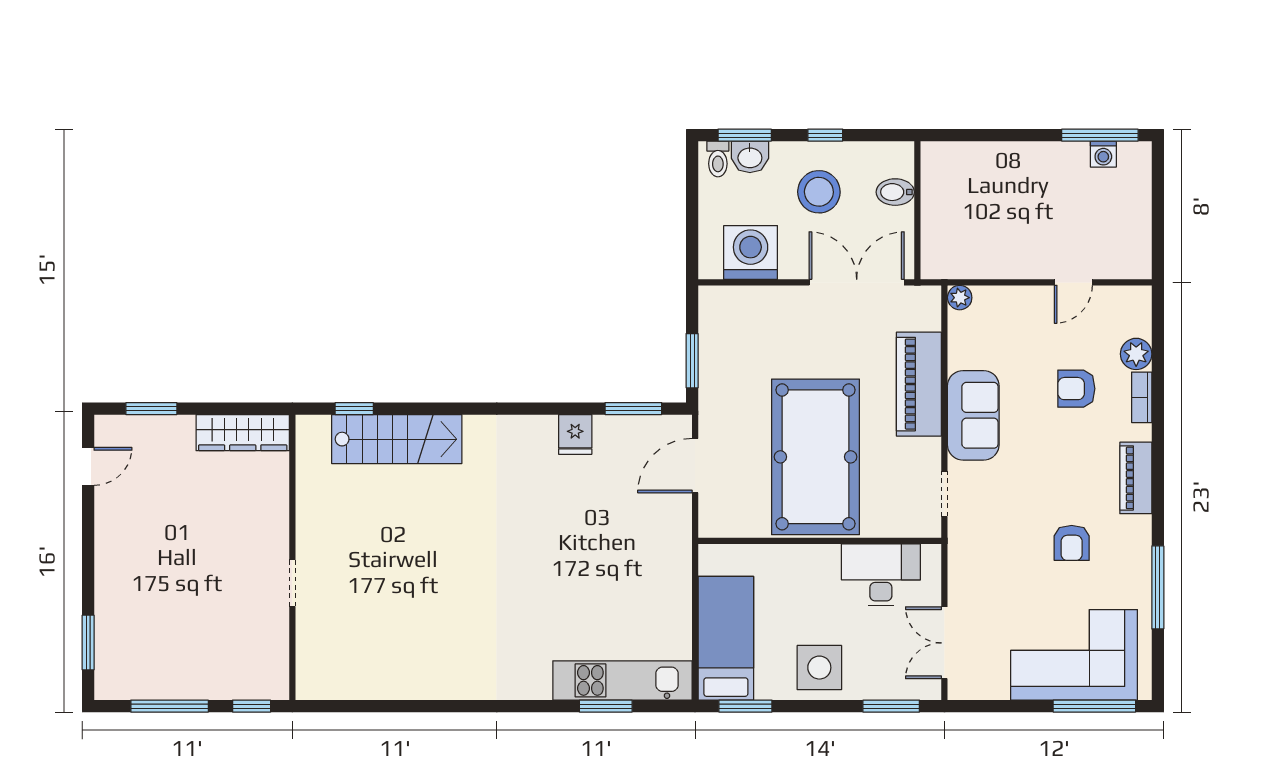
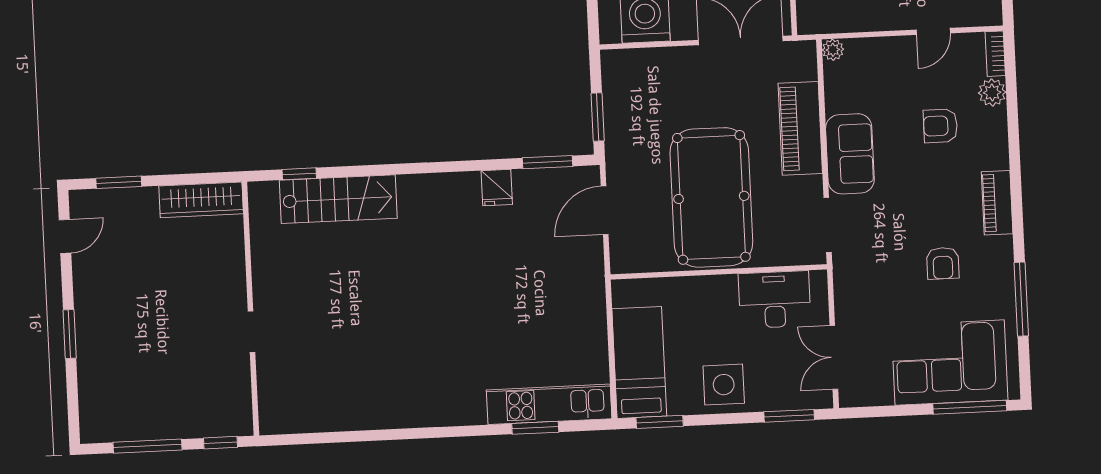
bookcase: (1142, 397) -> (995, 54), moved
doorway: (944, 494) -> (828, 225), width x1.38
window: (88, 642) -> (70, 334), moved

